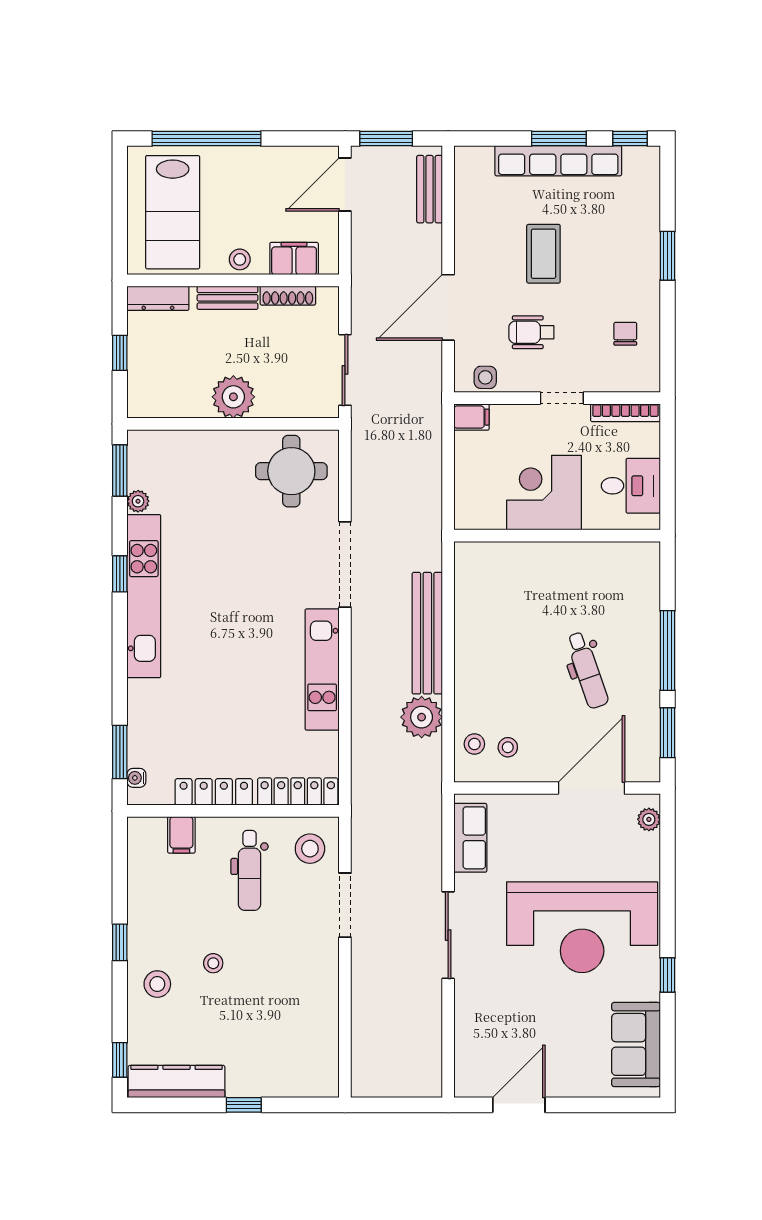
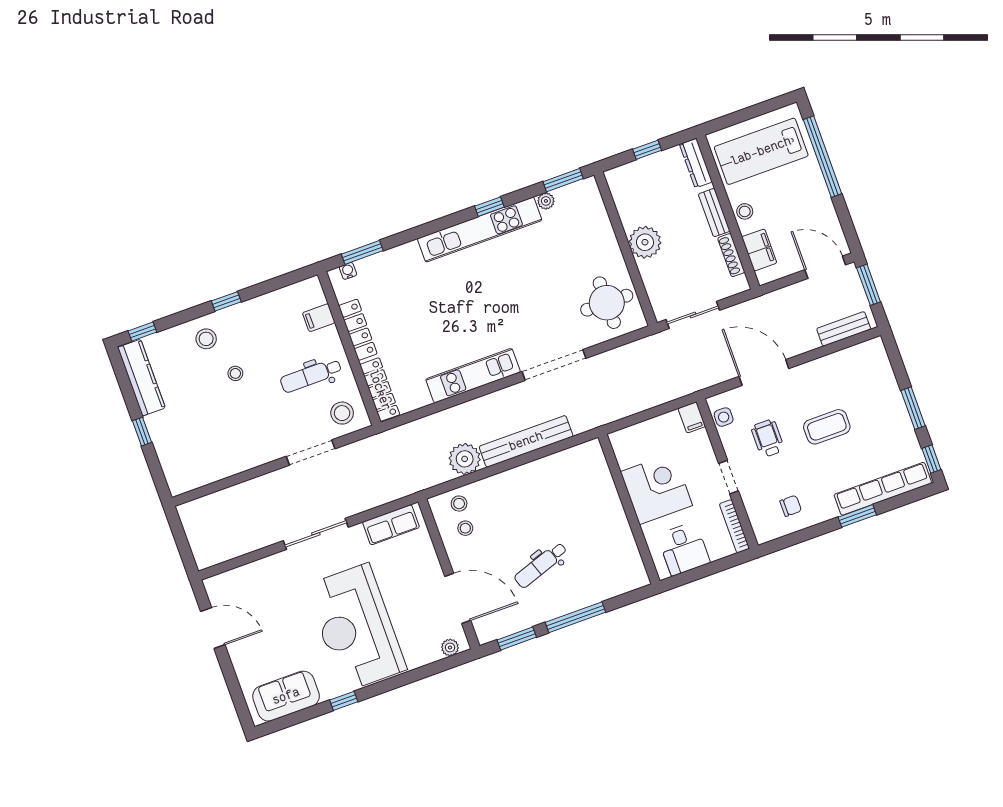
row of seats: (558, 161) -> (883, 489), moved, turned 90

